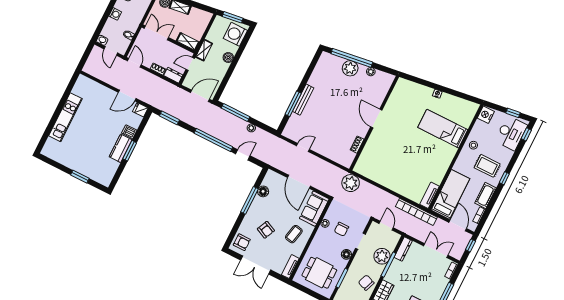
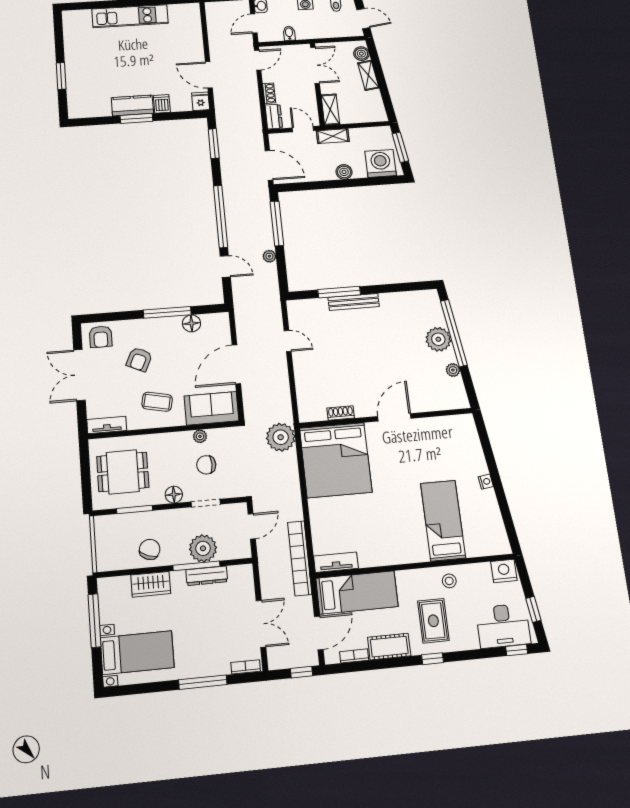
bed: (379, 163) -> (336, 460), added
dresser: (403, 249) -> (207, 576), moved
dining table: (319, 273) -> (123, 472), turned 90

